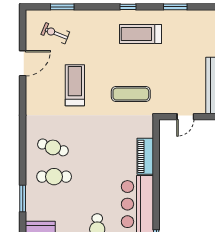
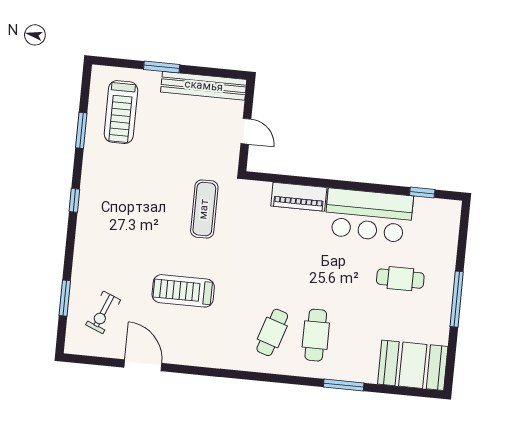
treadmill: (141, 34) -> (121, 112), moved

